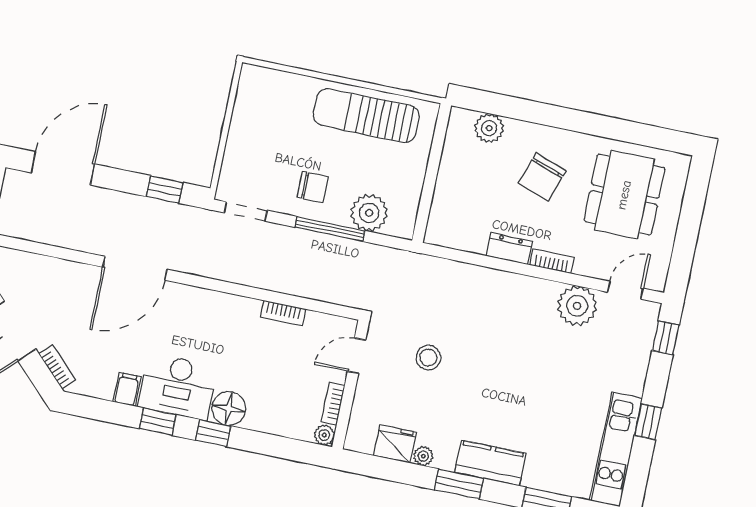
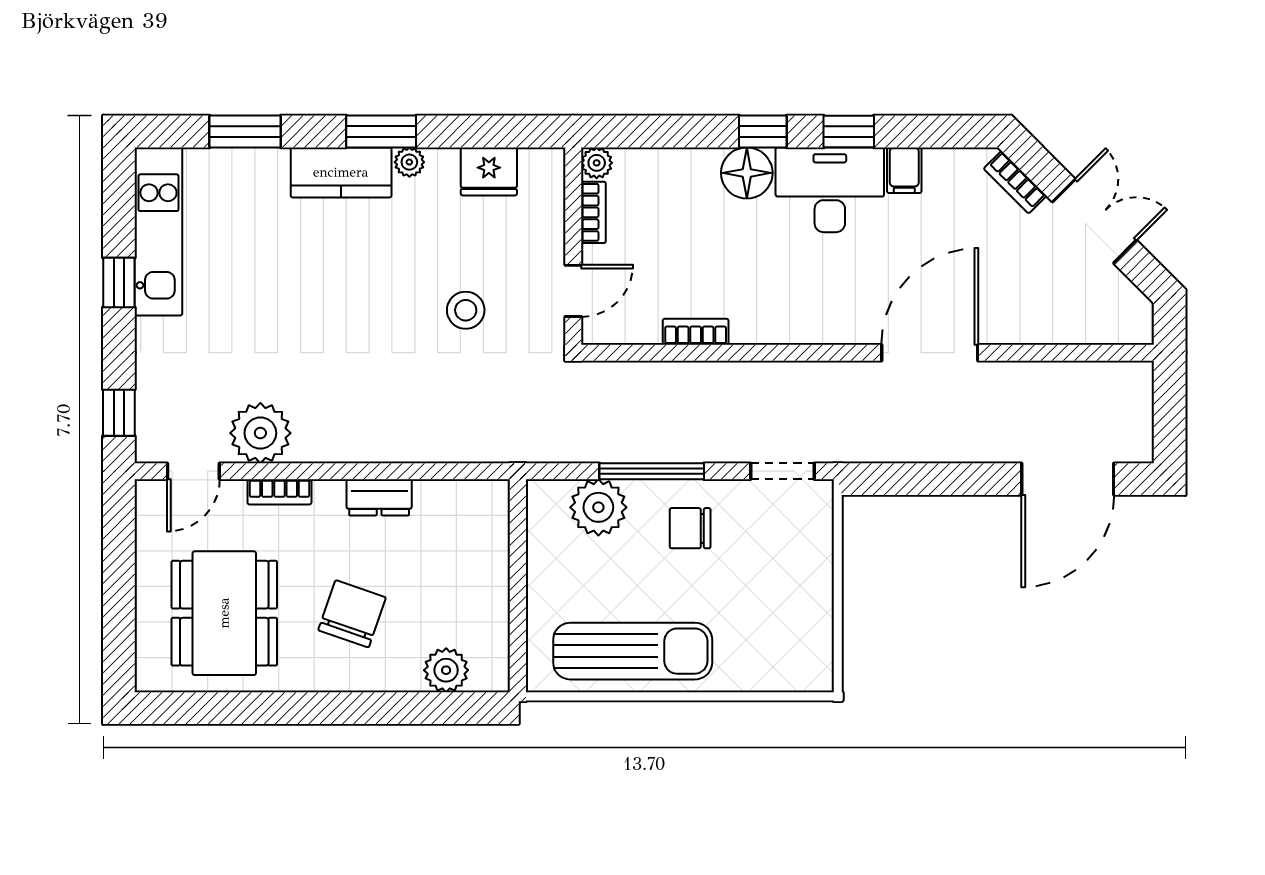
window: (165, 189) -> (910, 479), removed
bookcase: (552, 261) -> (279, 492), moved
plant: (423, 456) -> (409, 162), moved

